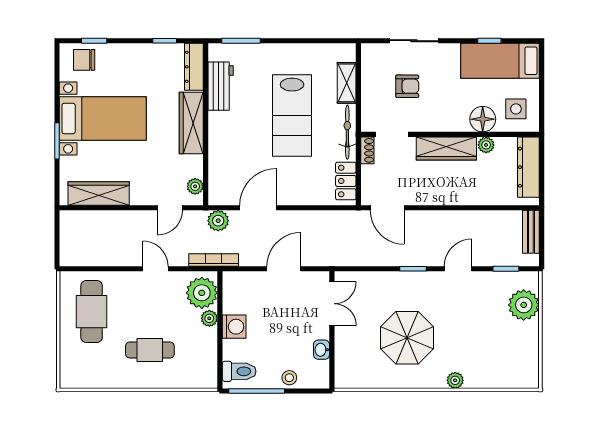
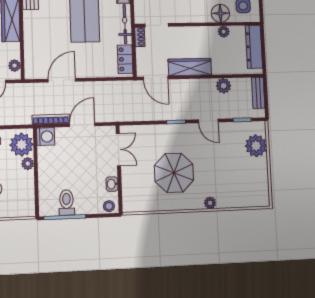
wardrobe: (446, 148) -> (190, 67), moved, turned 180
plant: (218, 221) -> (224, 86), moved
bookcase: (214, 260) -> (51, 119), moved
door: (458, 269) -> (208, 121), swing flipped
washing machine: (234, 327) -> (46, 137), moved
toilet: (239, 371) -> (67, 203), moved, turned -90
stool: (289, 378) -> (109, 206), moved

